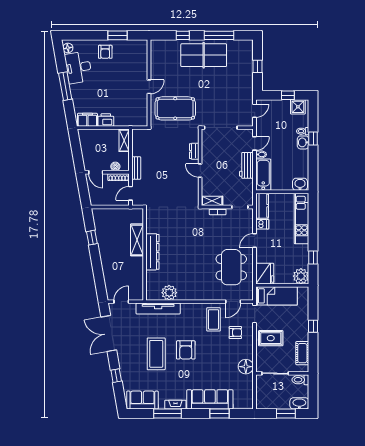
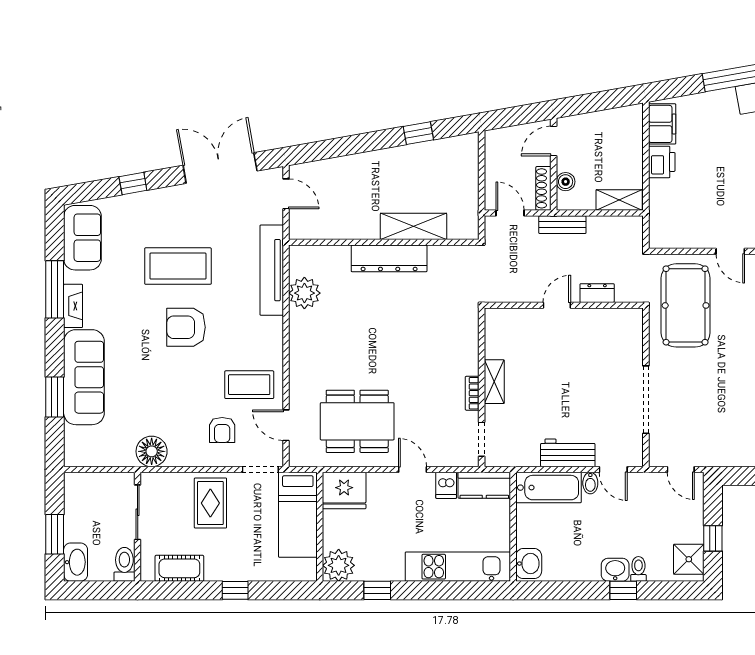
dresser: (194, 151) -> (597, 293), moved
wall: (200, 167) -> (564, 305), moved
door: (200, 171) -> (557, 305), moved

